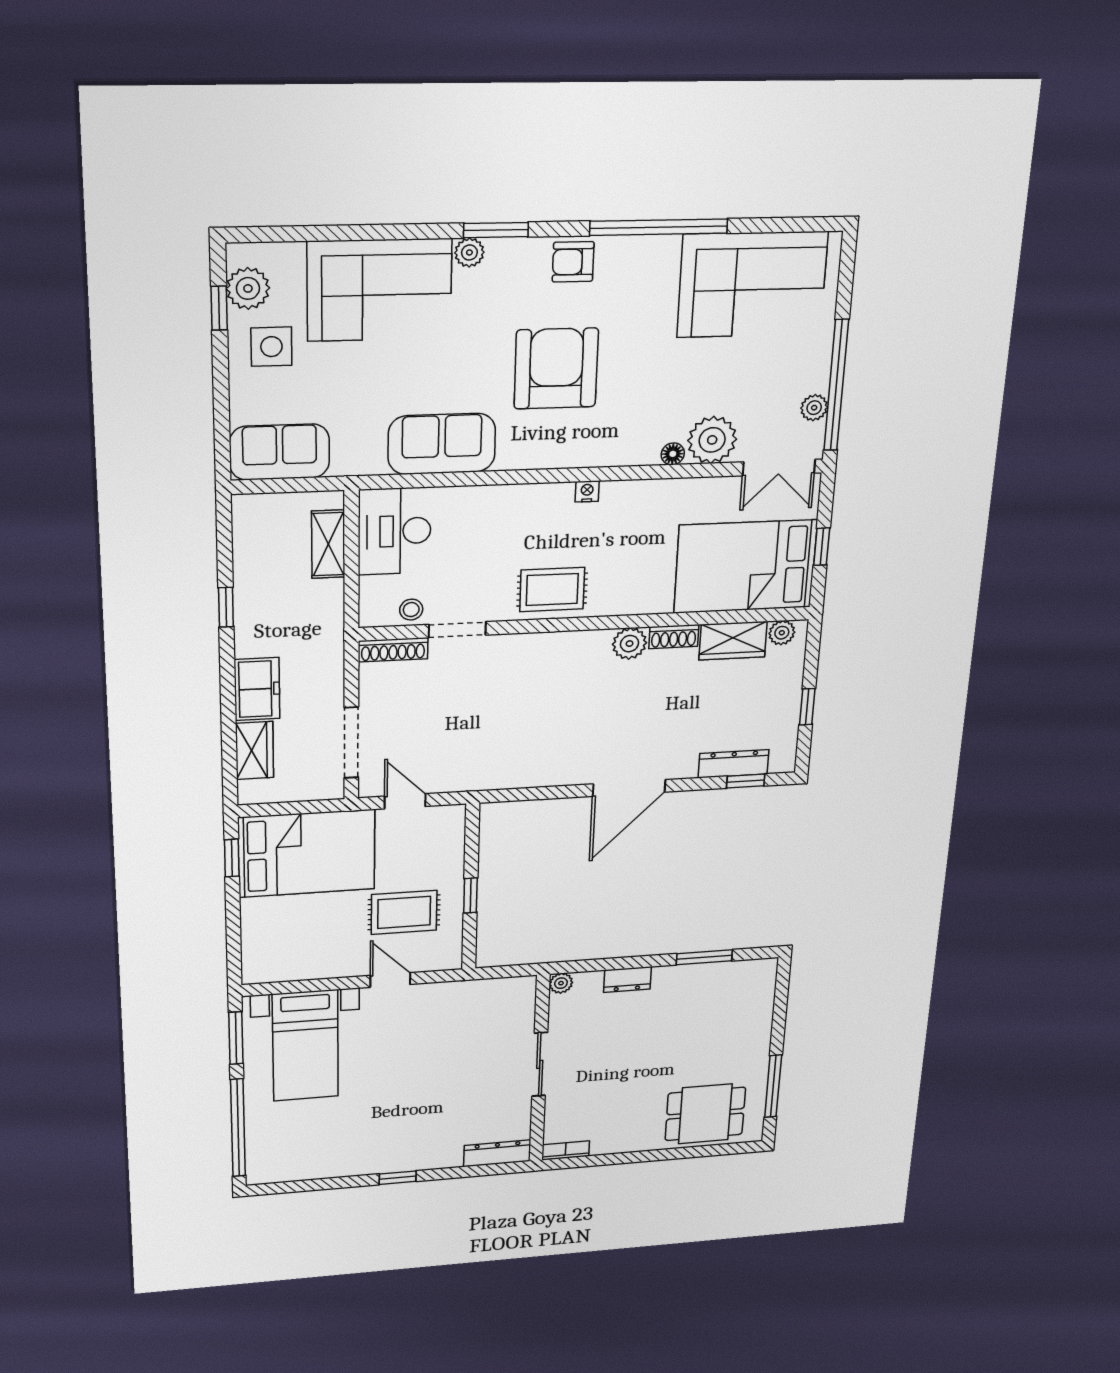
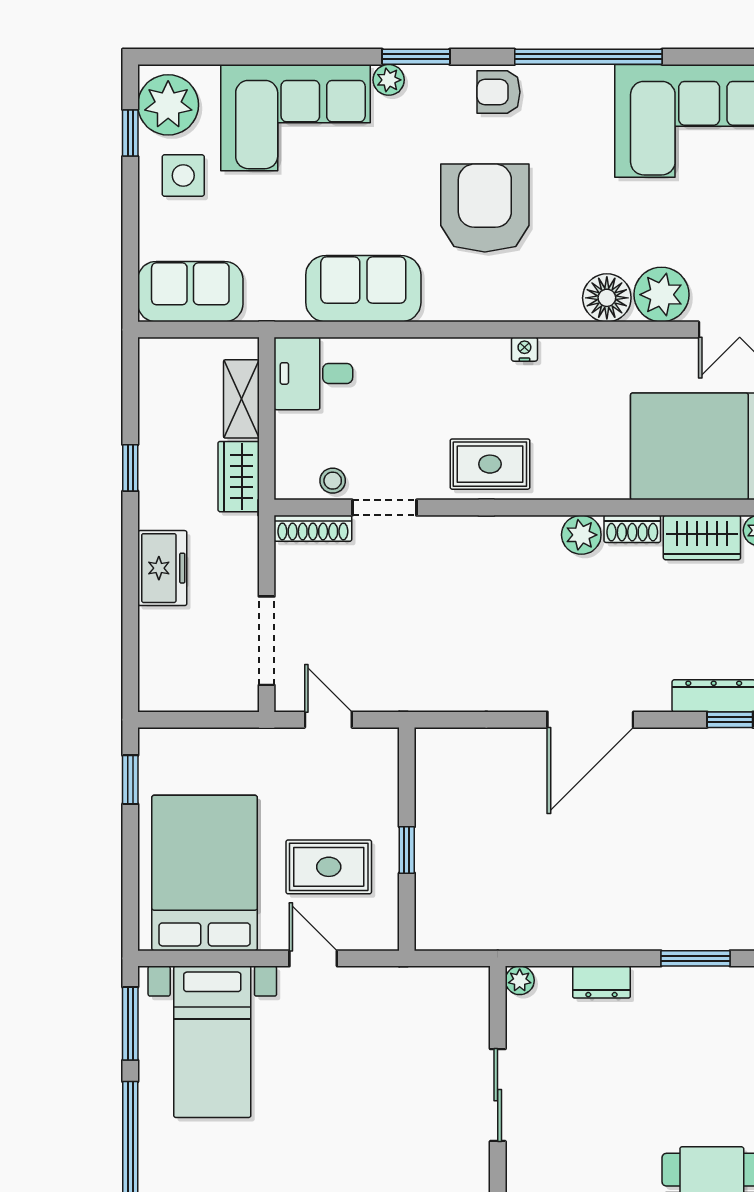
plant: (248, 288) -> (168, 105), width x1.36, depth x1.36
floor lamp: (673, 454) -> (607, 298), width x1.89, depth x1.89
desk: (395, 531) -> (313, 373), width x0.73
wardrobe: (255, 750) -> (239, 477), moved, turned 180
bed: (307, 853) -> (205, 873), moved, turned -90

